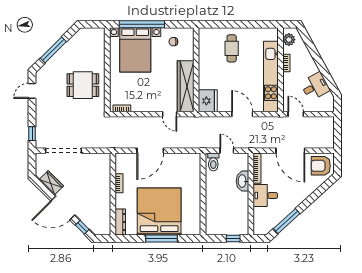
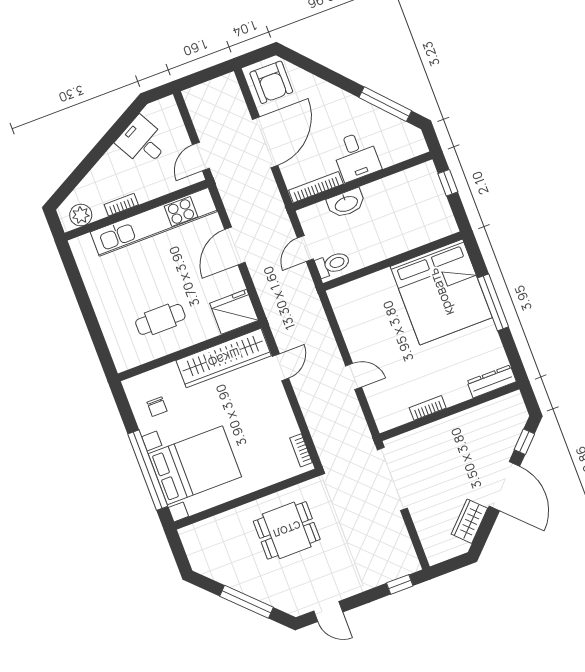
cafe table: (232, 48) -> (160, 319), moved
dining table: (83, 85) -> (287, 530), turned 90
doorway: (63, 151) -> (392, 479), moved
door: (150, 151) -> (354, 376), width x0.53
bed: (159, 211) -> (441, 292), moved, turned -90

